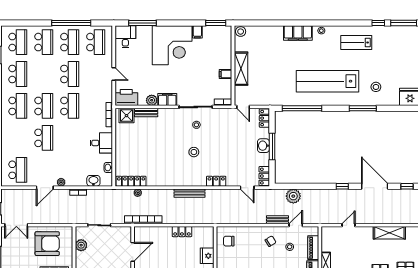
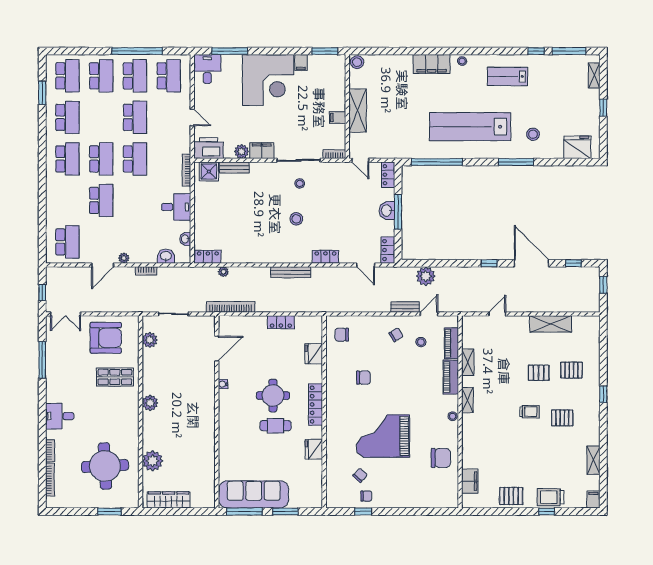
locker: (131, 181) -> (208, 257), width x0.66

